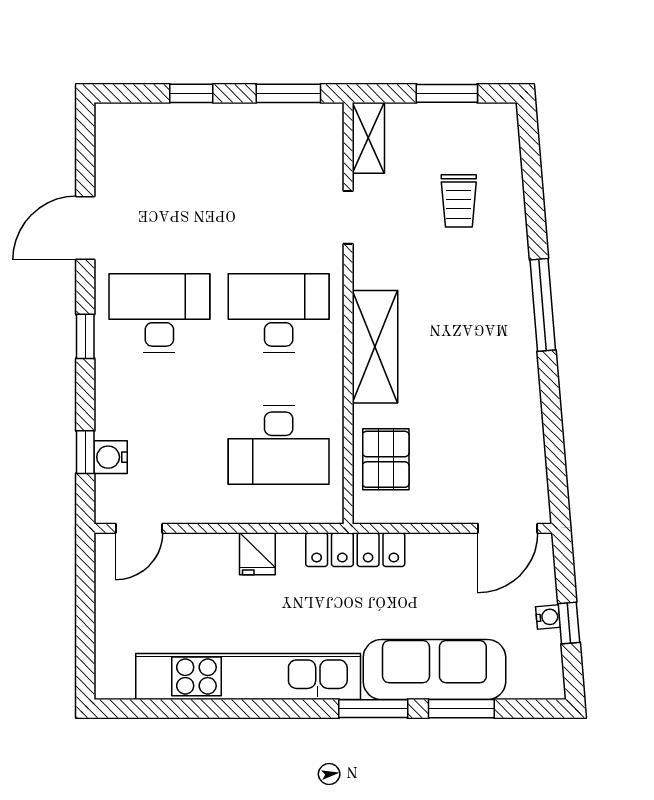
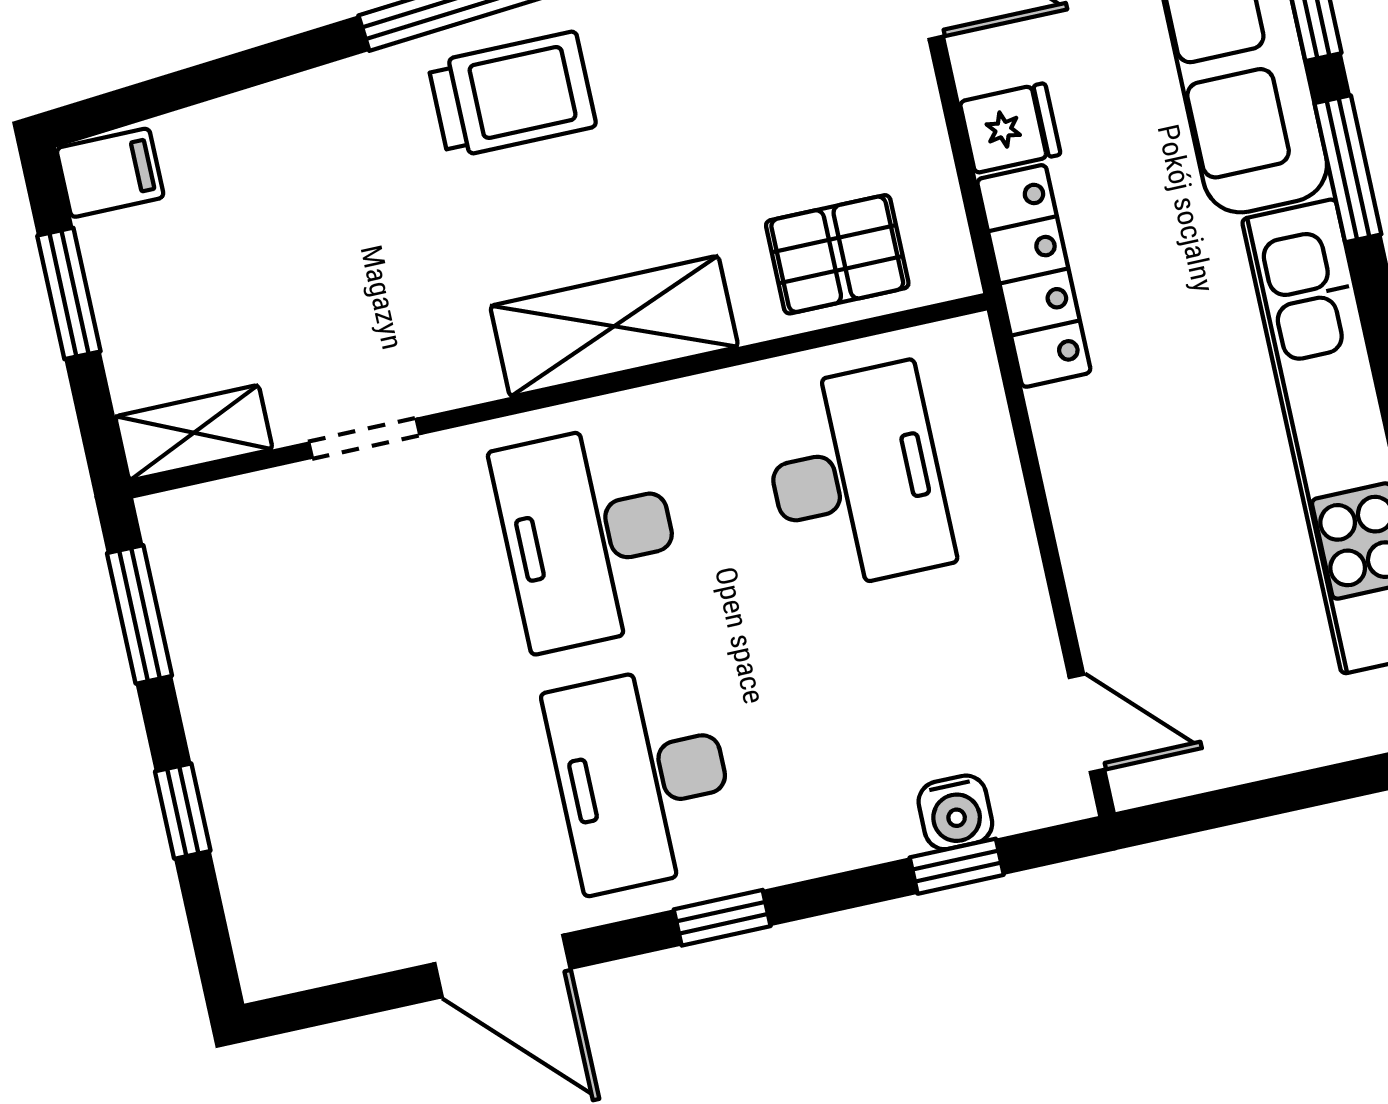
filing cabinet: (499, 125) -> (110, 173), added
trolley: (459, 201) -> (512, 95), moved, width x1.36, depth x1.39
fridge: (257, 554) -> (1010, 128), moved

